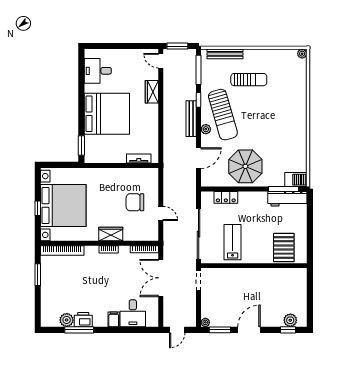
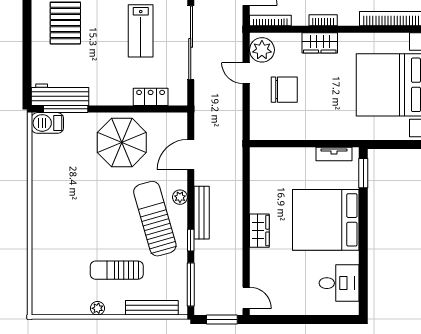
plant: (302, 54) -> (98, 308), moved
wardrobe: (152, 92) -> (259, 231), moved
tv unit: (139, 159) -> (334, 154), moved
plant: (150, 229) -> (262, 50), added

